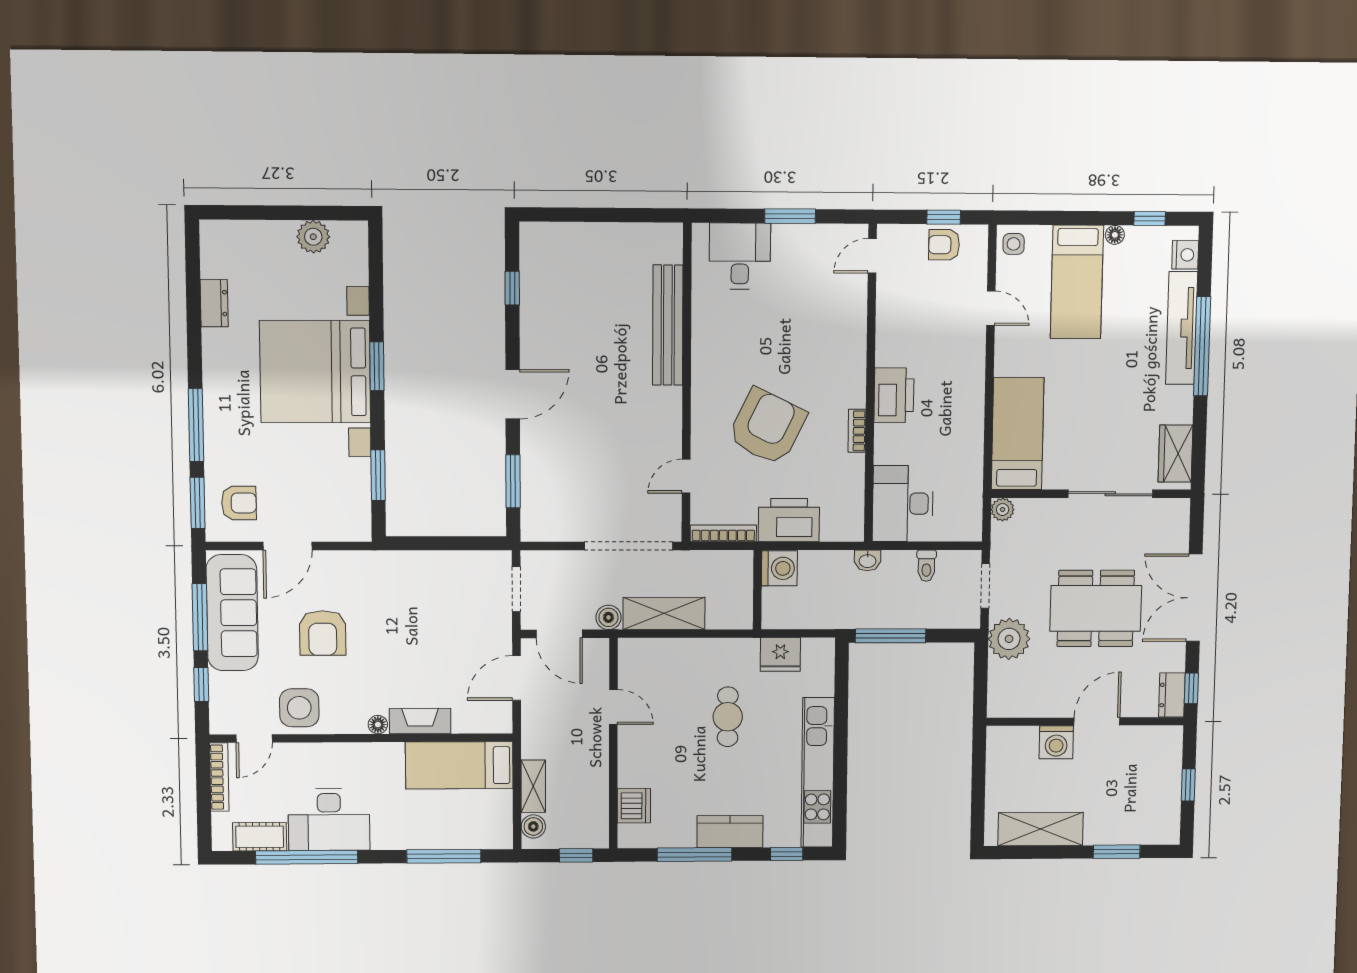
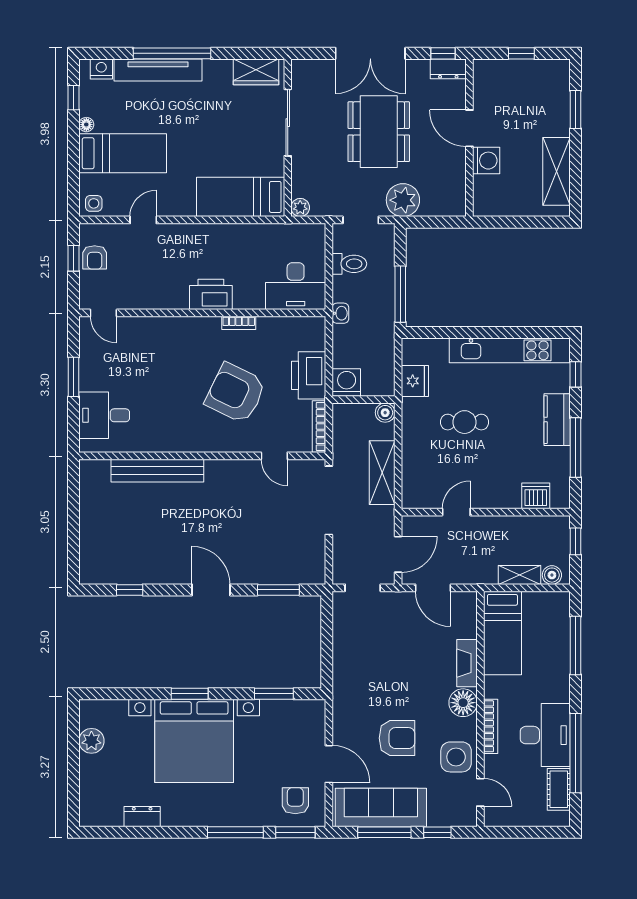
toilet: (926, 566) -> (349, 264), width x1.37, depth x1.39
boiler: (608, 617) -> (385, 413), moved
floor lamp: (378, 725) -> (463, 703), width x1.89, depth x1.89
bookcase: (219, 777) -> (491, 726), moved, turned 90

